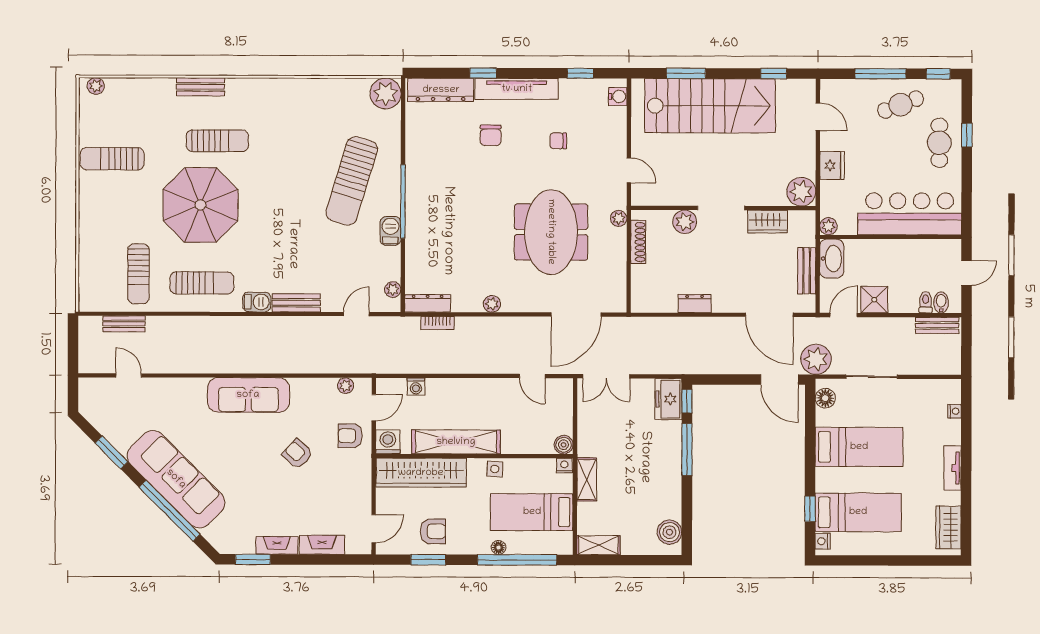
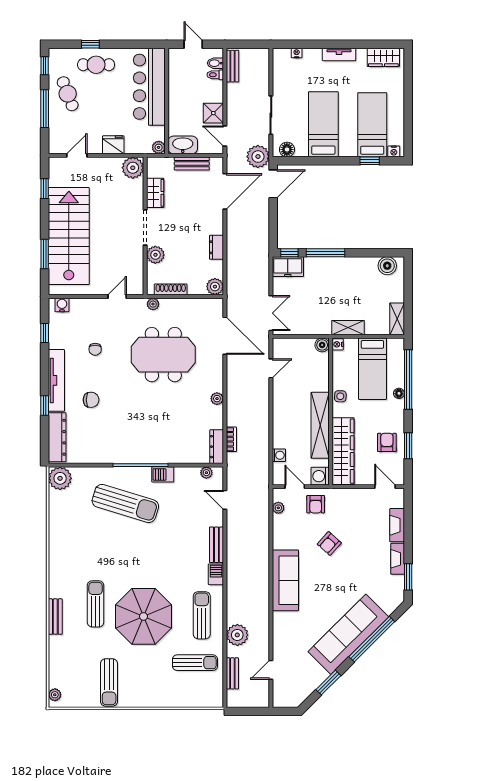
plant: (642, 301) -> (215, 287), added
plant: (175, 330) -> (237, 635), added

